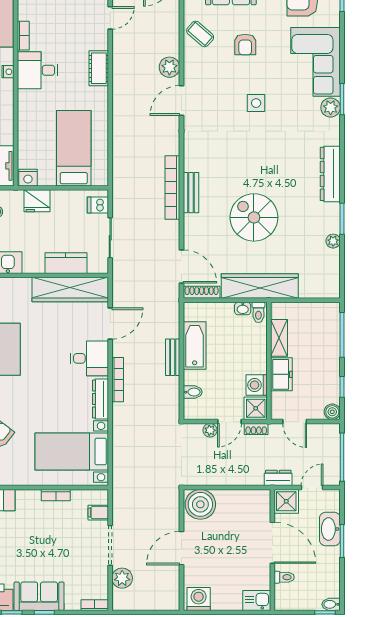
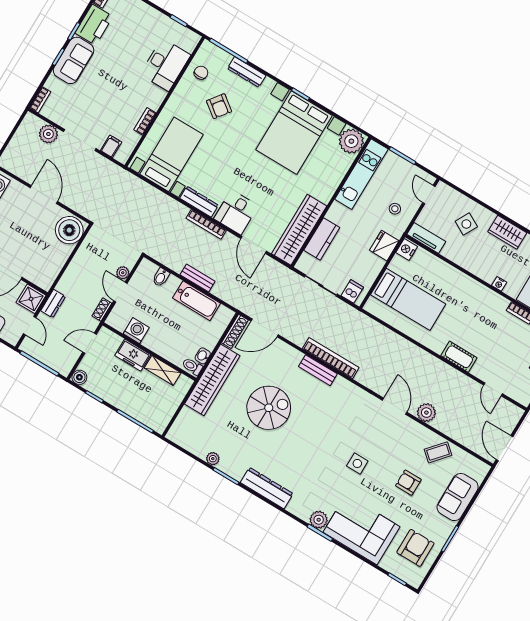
desk: (38, 70) -> (486, 308), removed
shower: (256, 408) -> (118, 319), removed

